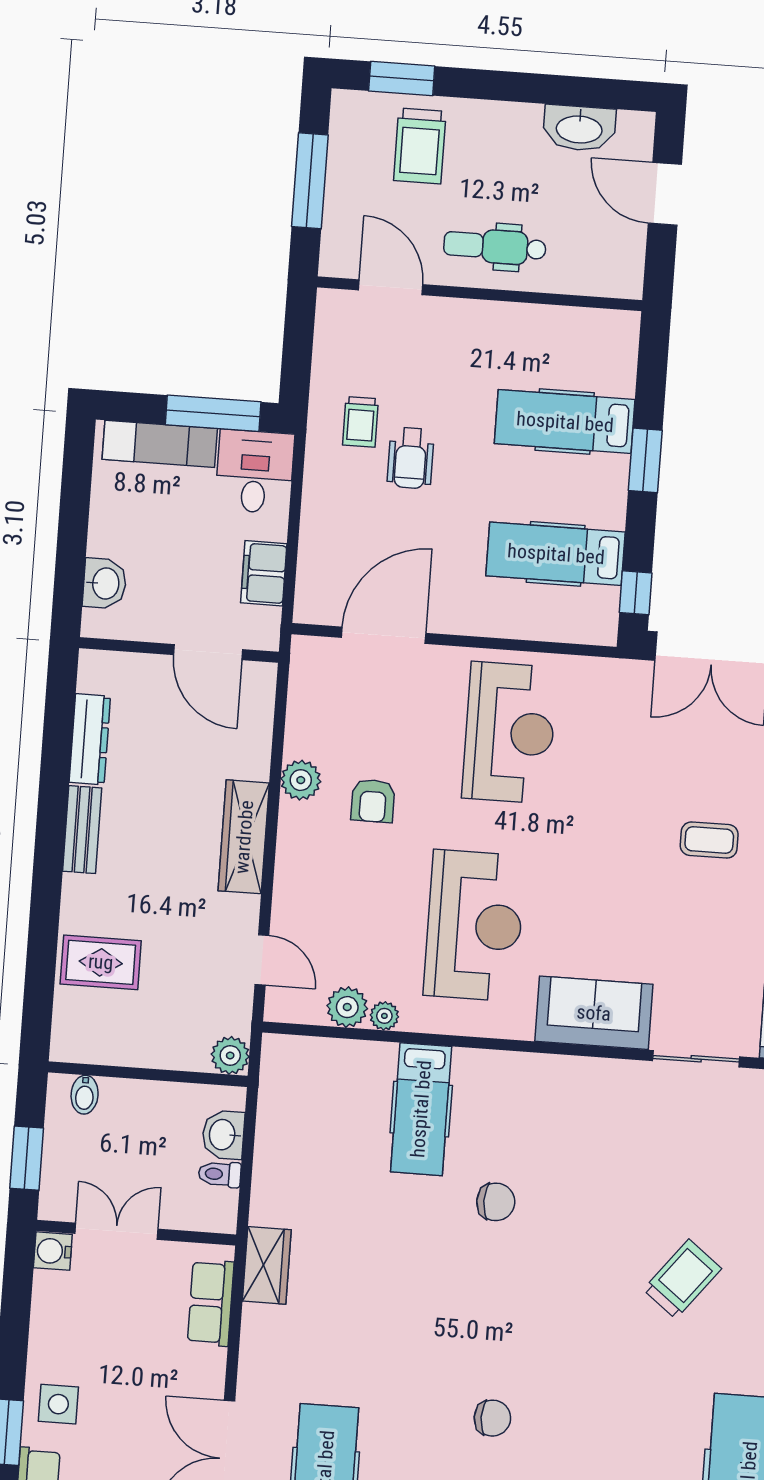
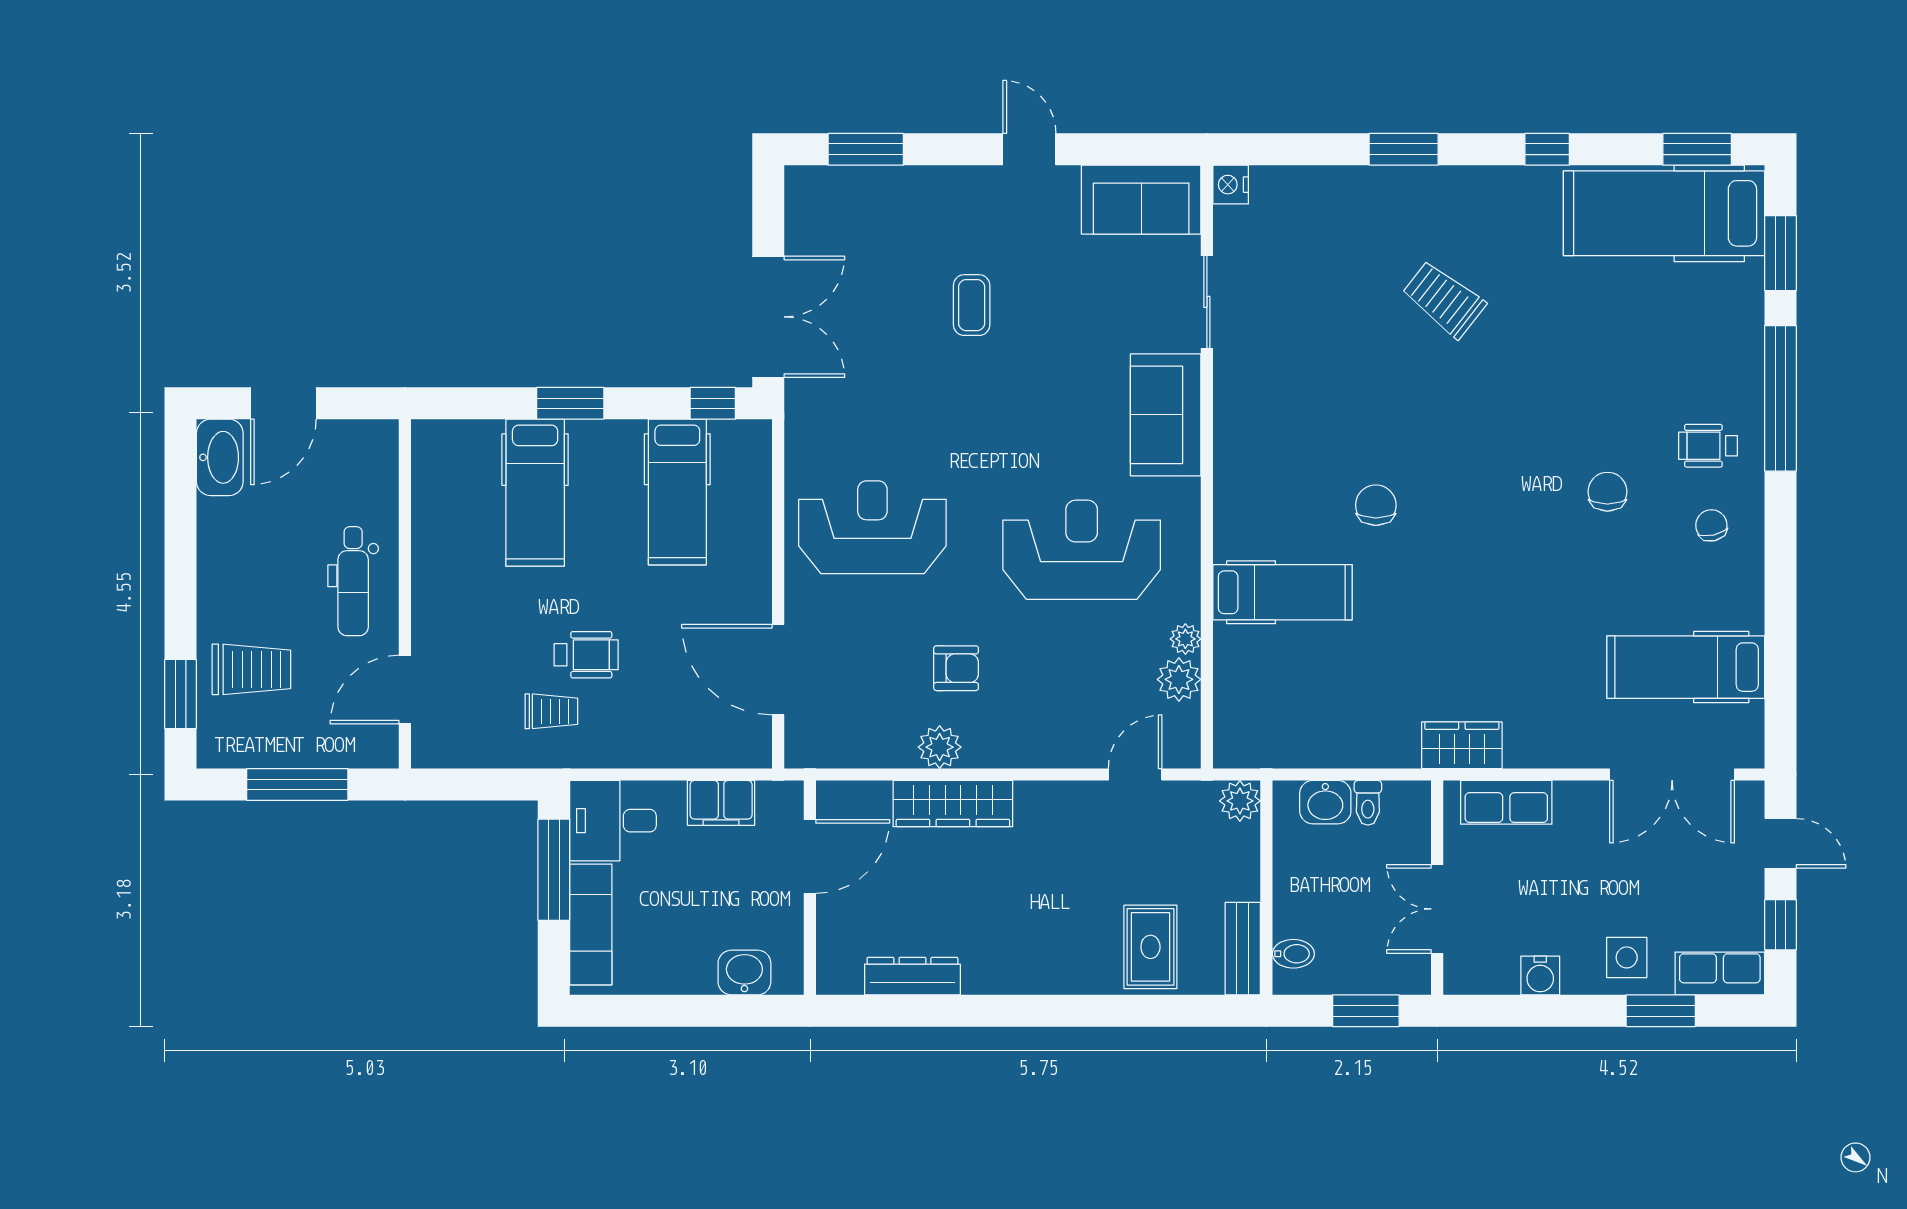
washbasin: (579, 128) -> (220, 457), moved
bench: (82, 830) -> (1243, 949), moved, turned 90
wardrobe: (244, 837) -> (953, 804), moved
water cooler: (53, 1251) -> (1540, 975), moved

